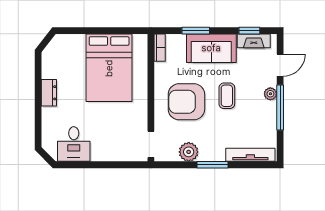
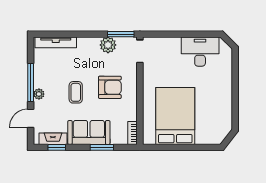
dresser: (49, 93) -> (226, 95), removed
armchair: (186, 102) -> (110, 87), width x0.73, depth x0.73
desk: (74, 144) -> (200, 52), width x1.37
window: (212, 165) -> (121, 34), moved

